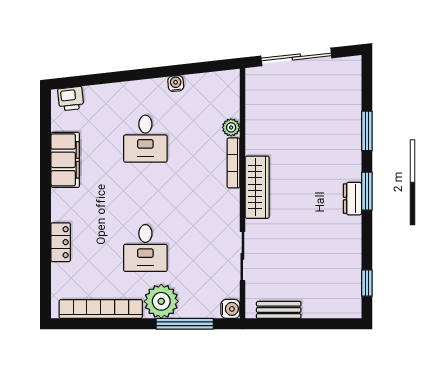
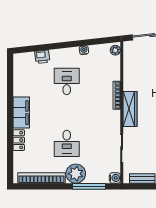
printer: (71, 99) -> (42, 57), moved
plant: (231, 127) -> (115, 50), moved
desk: (145, 139) -> (67, 81), turned 180
filing cabinet: (65, 160) -> (21, 113), moved

